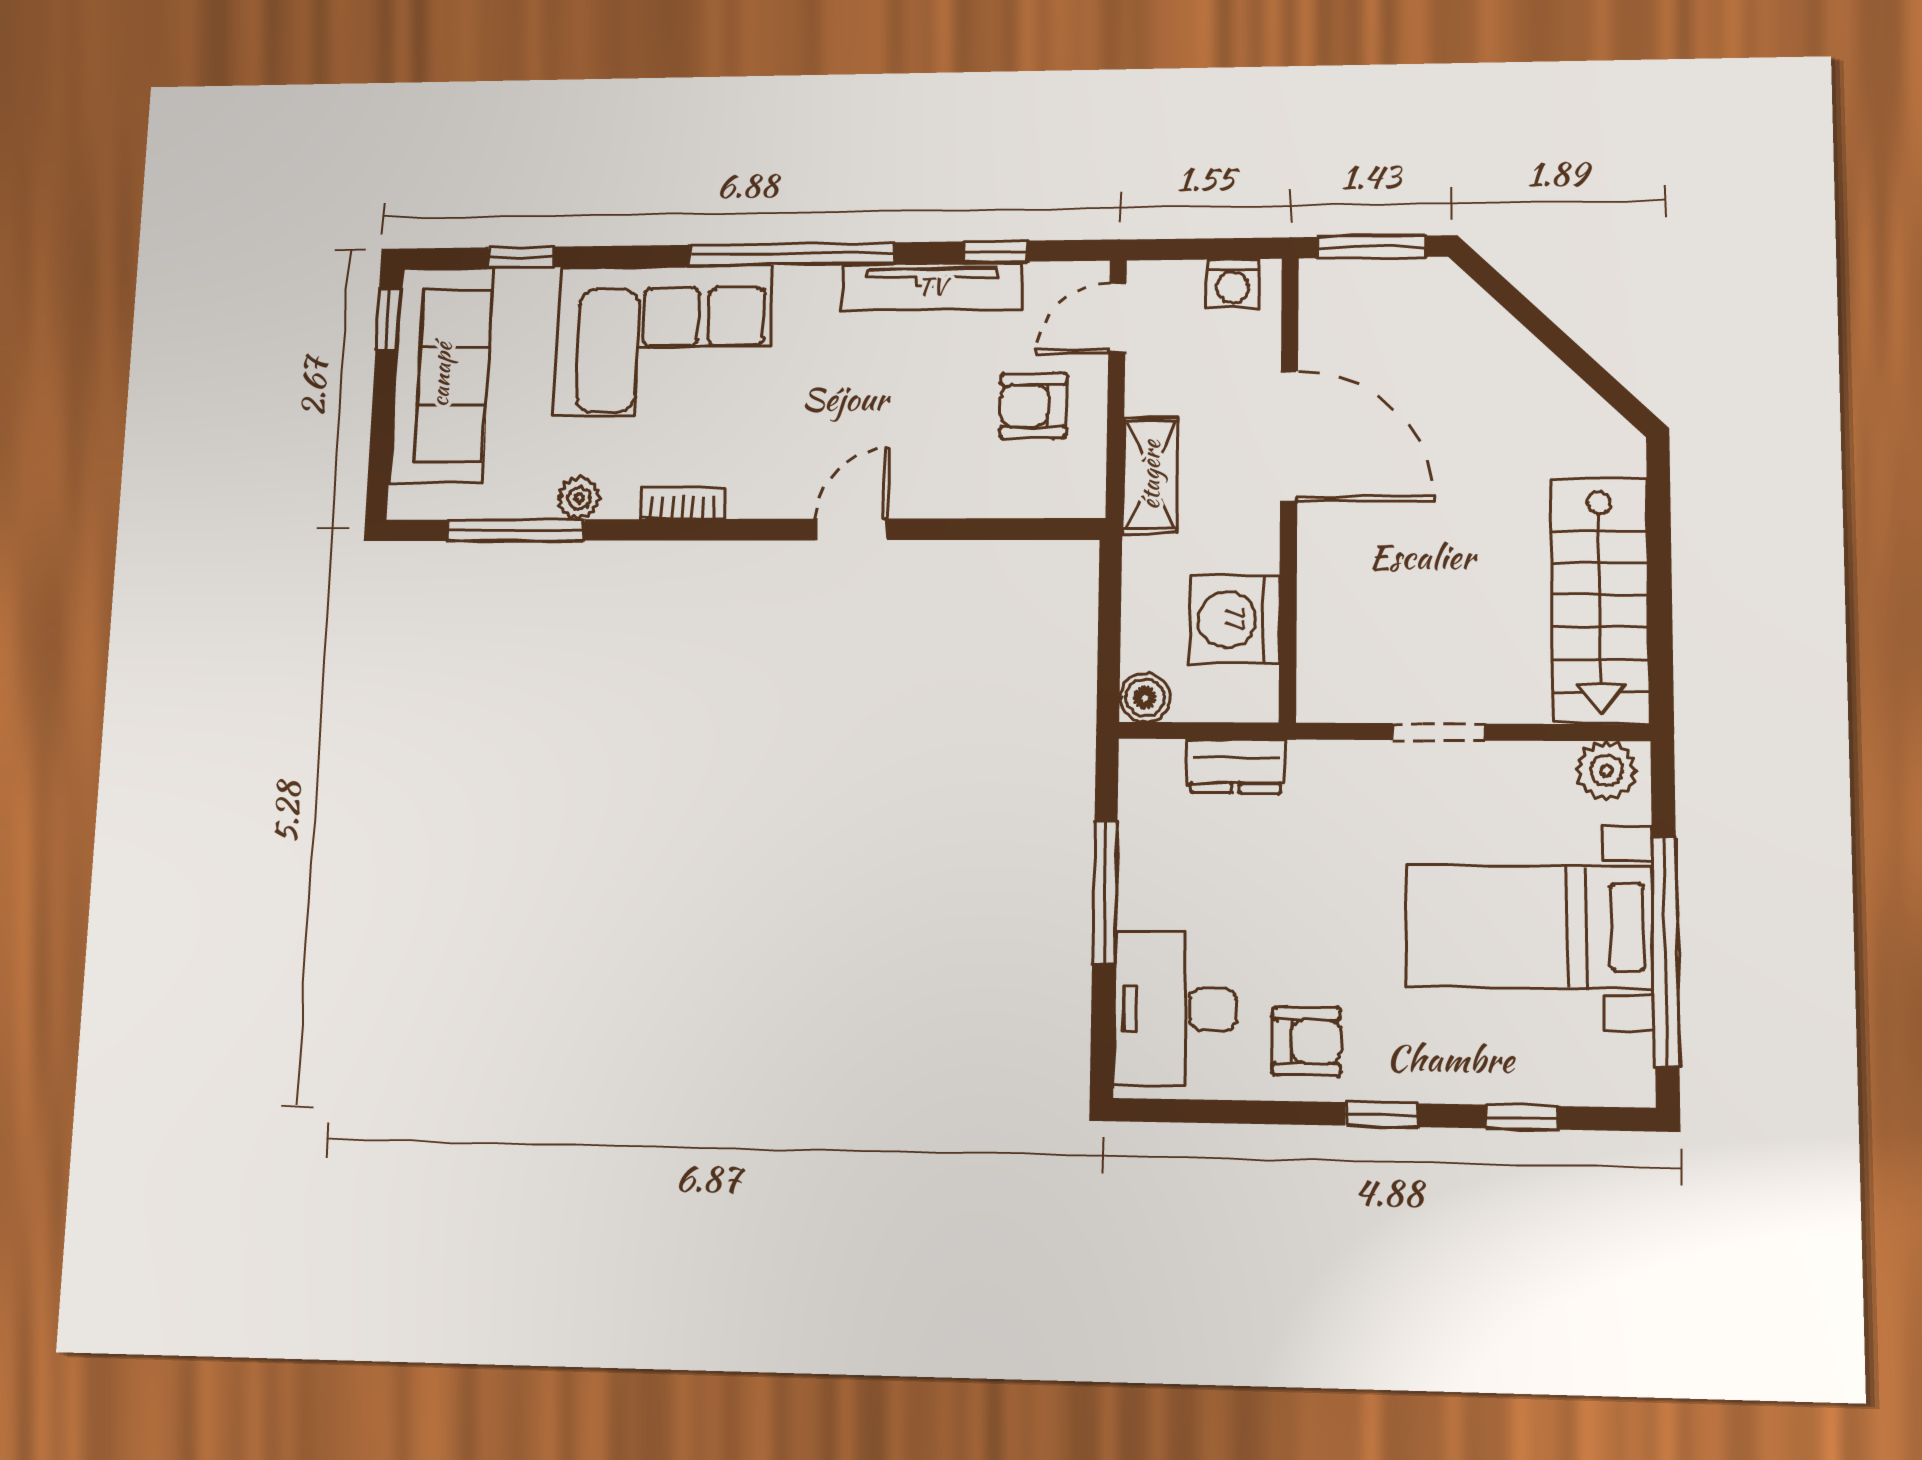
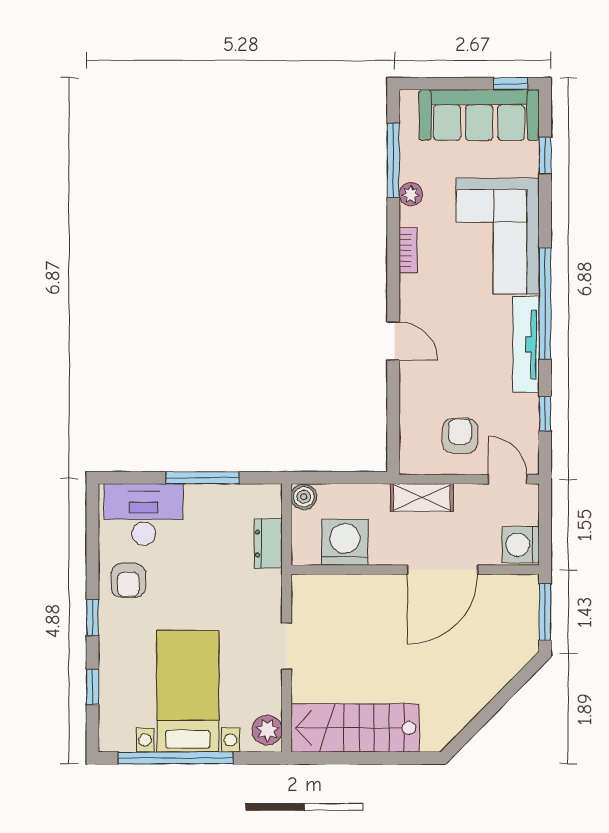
washing machine: (1233, 284) -> (521, 545), width x1.38, depth x1.38
tv unit: (932, 286) -> (526, 345), moved

